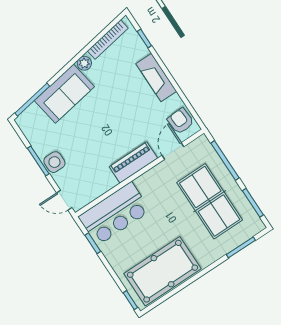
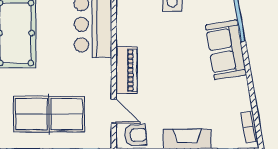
bookcase: (108, 40) -> (249, 127), width x0.64
plant: (84, 63) -> (241, 85), removed

